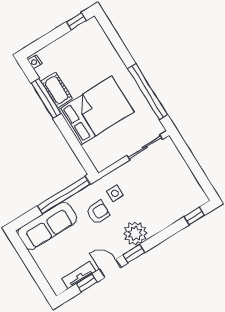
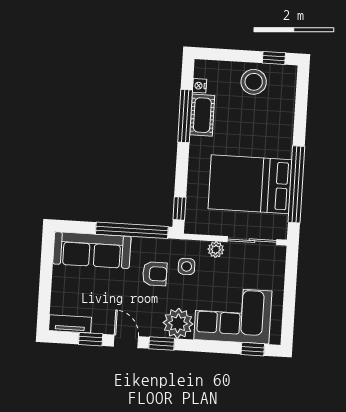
stool: (74, 46) -> (254, 82), added
nightstand: (35, 62) -> (200, 86), moved
bed: (96, 111) -> (250, 184), moved, turned 180
window: (84, 160) -> (179, 208), added
plant: (126, 169) -> (216, 250), added
corner sofa: (166, 203) -> (233, 315), added
tv unit: (79, 275) -> (70, 324), moved

